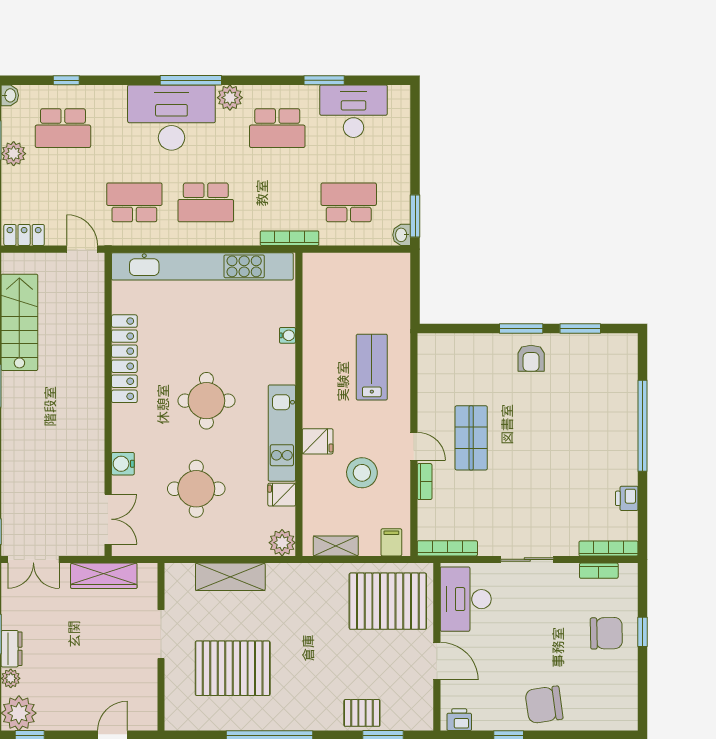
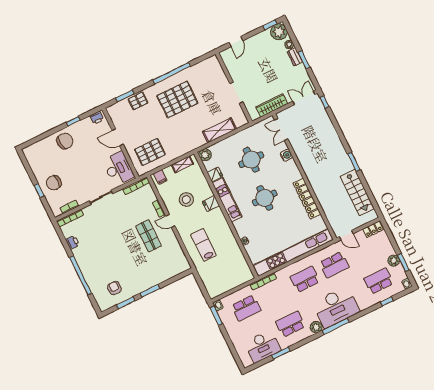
armchair: (531, 358) -> (114, 288), moved
lab bench: (372, 367) -> (204, 245), turned 180
pallet: (388, 601) -> (150, 152), width x0.73, depth x0.71
pallet: (233, 668) -> (177, 100), moved

